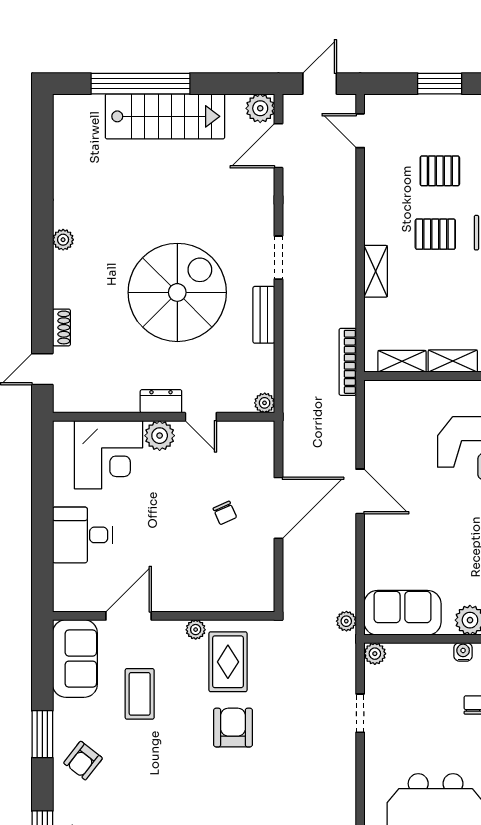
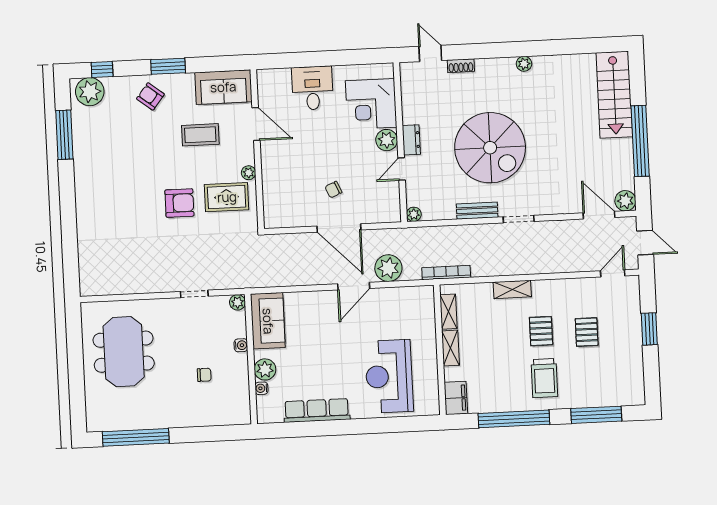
window: (140, 84) -> (640, 141), moved
stairs: (165, 116) -> (614, 95), moved
plant: (346, 621) -> (388, 268), moved, width x1.88, depth x1.88
water cooler: (463, 652) -> (241, 345), moved

